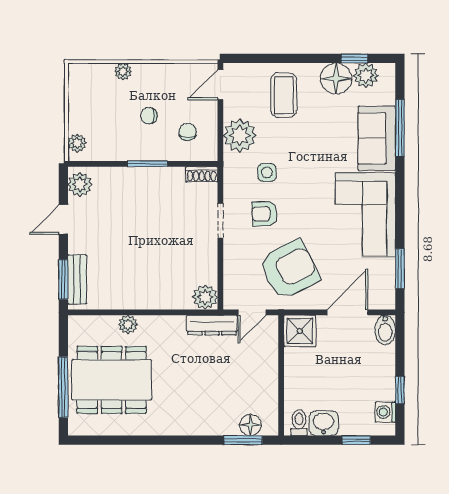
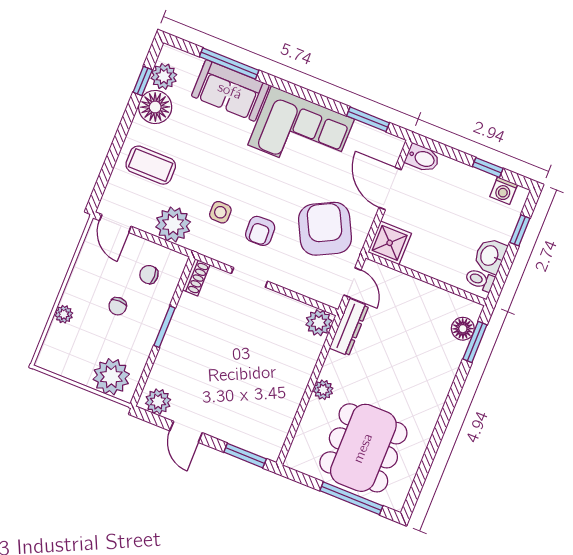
plant: (77, 143) -> (111, 377), width x1.87, depth x1.87
bench: (77, 279) -> (251, 442), removed
plant: (128, 324) -> (323, 390), moved

